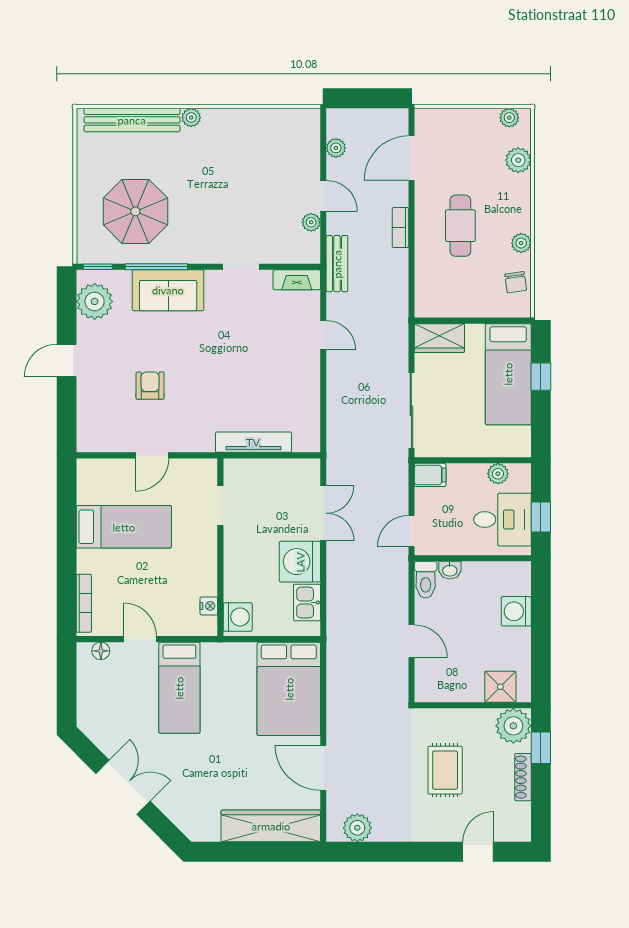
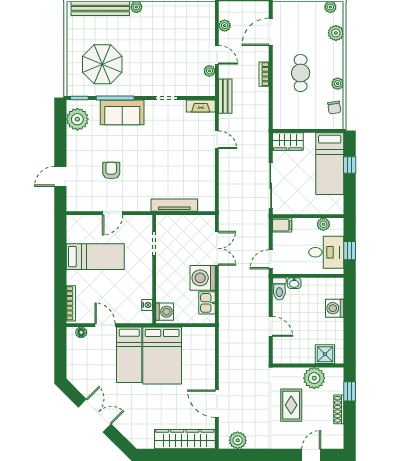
door: (67, 361) -> (60, 176), moved
bed: (289, 689) -> (162, 356), moved
plant: (513, 726) -> (314, 378), moved

